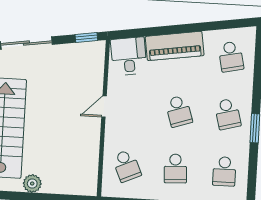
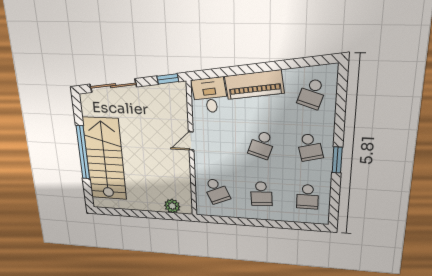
school desk: (231, 57) -> (312, 94), turned 30
school desk: (179, 111) -> (262, 145), turned 36
plant: (32, 184) -> (172, 206), moved

